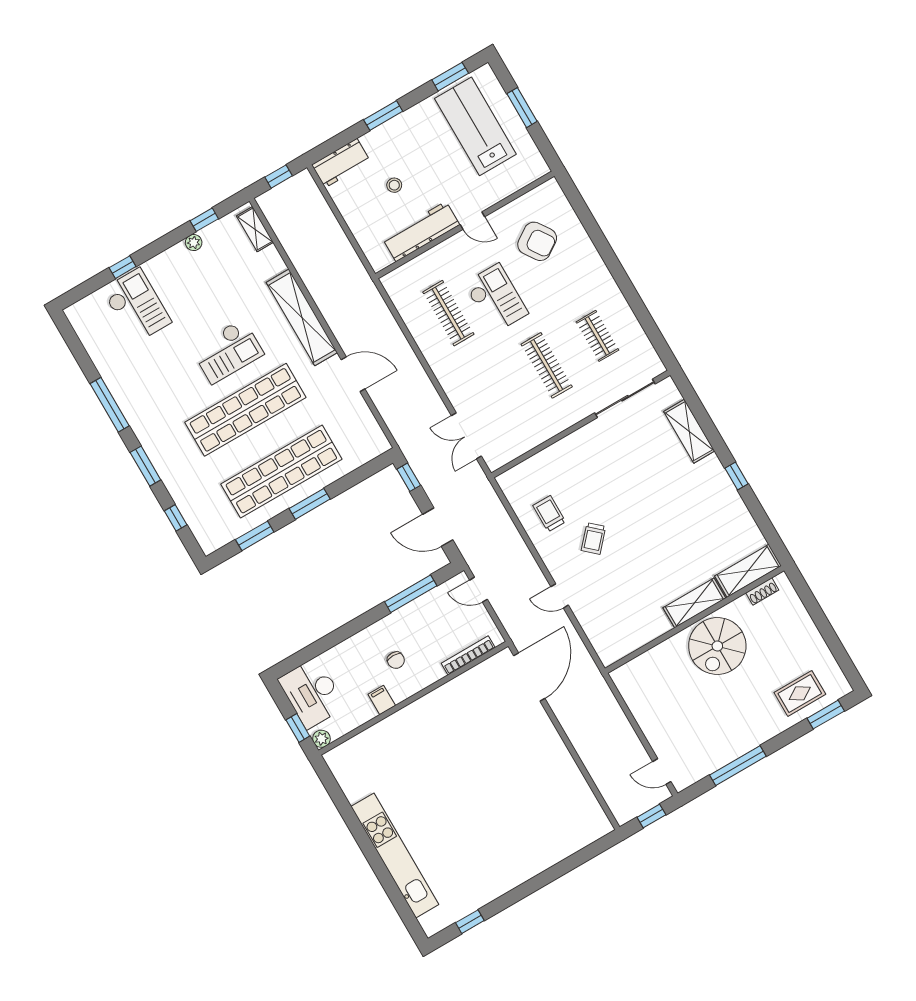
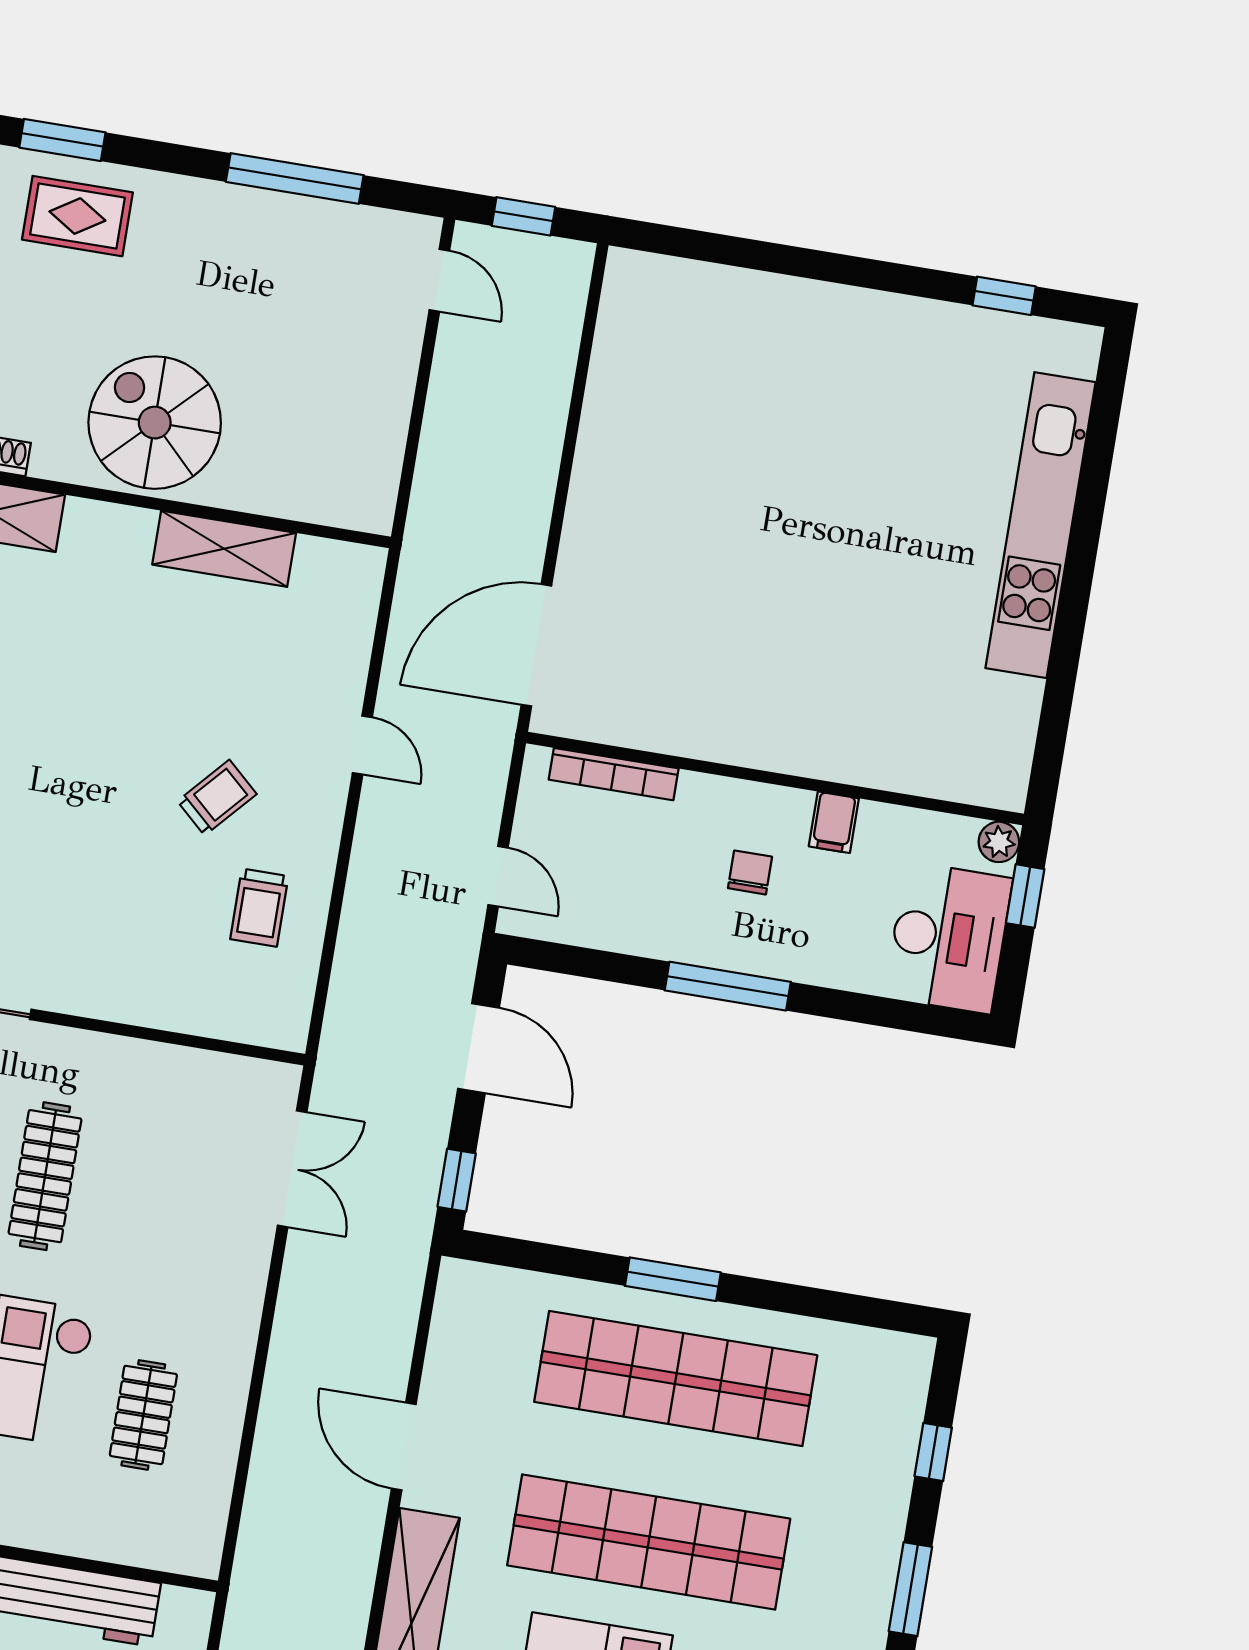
clothes rail: (448, 313) -> (143, 1415), width x0.73
window: (255, 536) -> (818, 1303), removed
window: (411, 594) -> (728, 986), moved
shelving: (694, 603) -> (224, 549), moved
spiral stairs: (717, 646) -> (155, 423), turned -90

